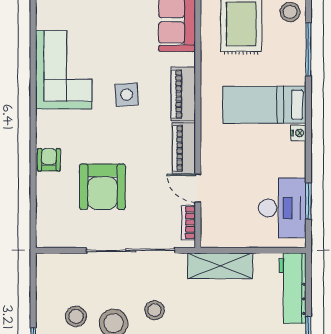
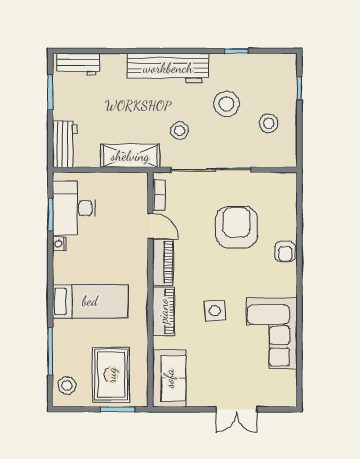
nightstand: (298, 133) -> (59, 244), moved
workbench: (293, 288) -> (65, 144), width x0.73
stool: (155, 310) -> (180, 131), moved
stool: (76, 316) -> (269, 123), moved

